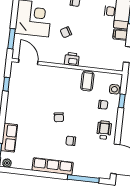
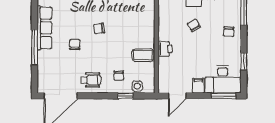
printer: (72, 59) -> (165, 49), moved
window: (83, 179) -> (35, 47), moved

